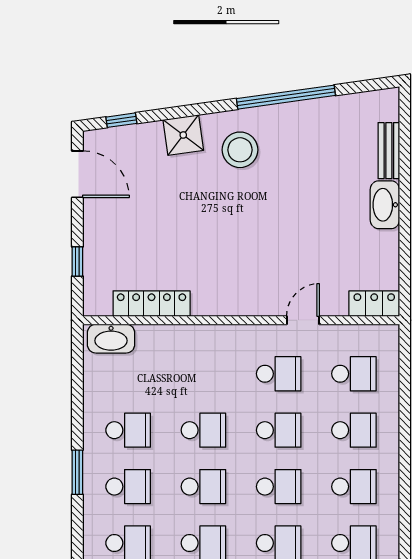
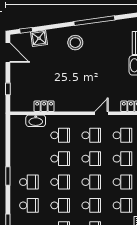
shower: (183, 135) -> (39, 38), moved
locker: (152, 304) -> (44, 106), width x0.66
washbasin: (111, 339) -> (36, 121), moved
school desk: (128, 430) -> (60, 135), moved

